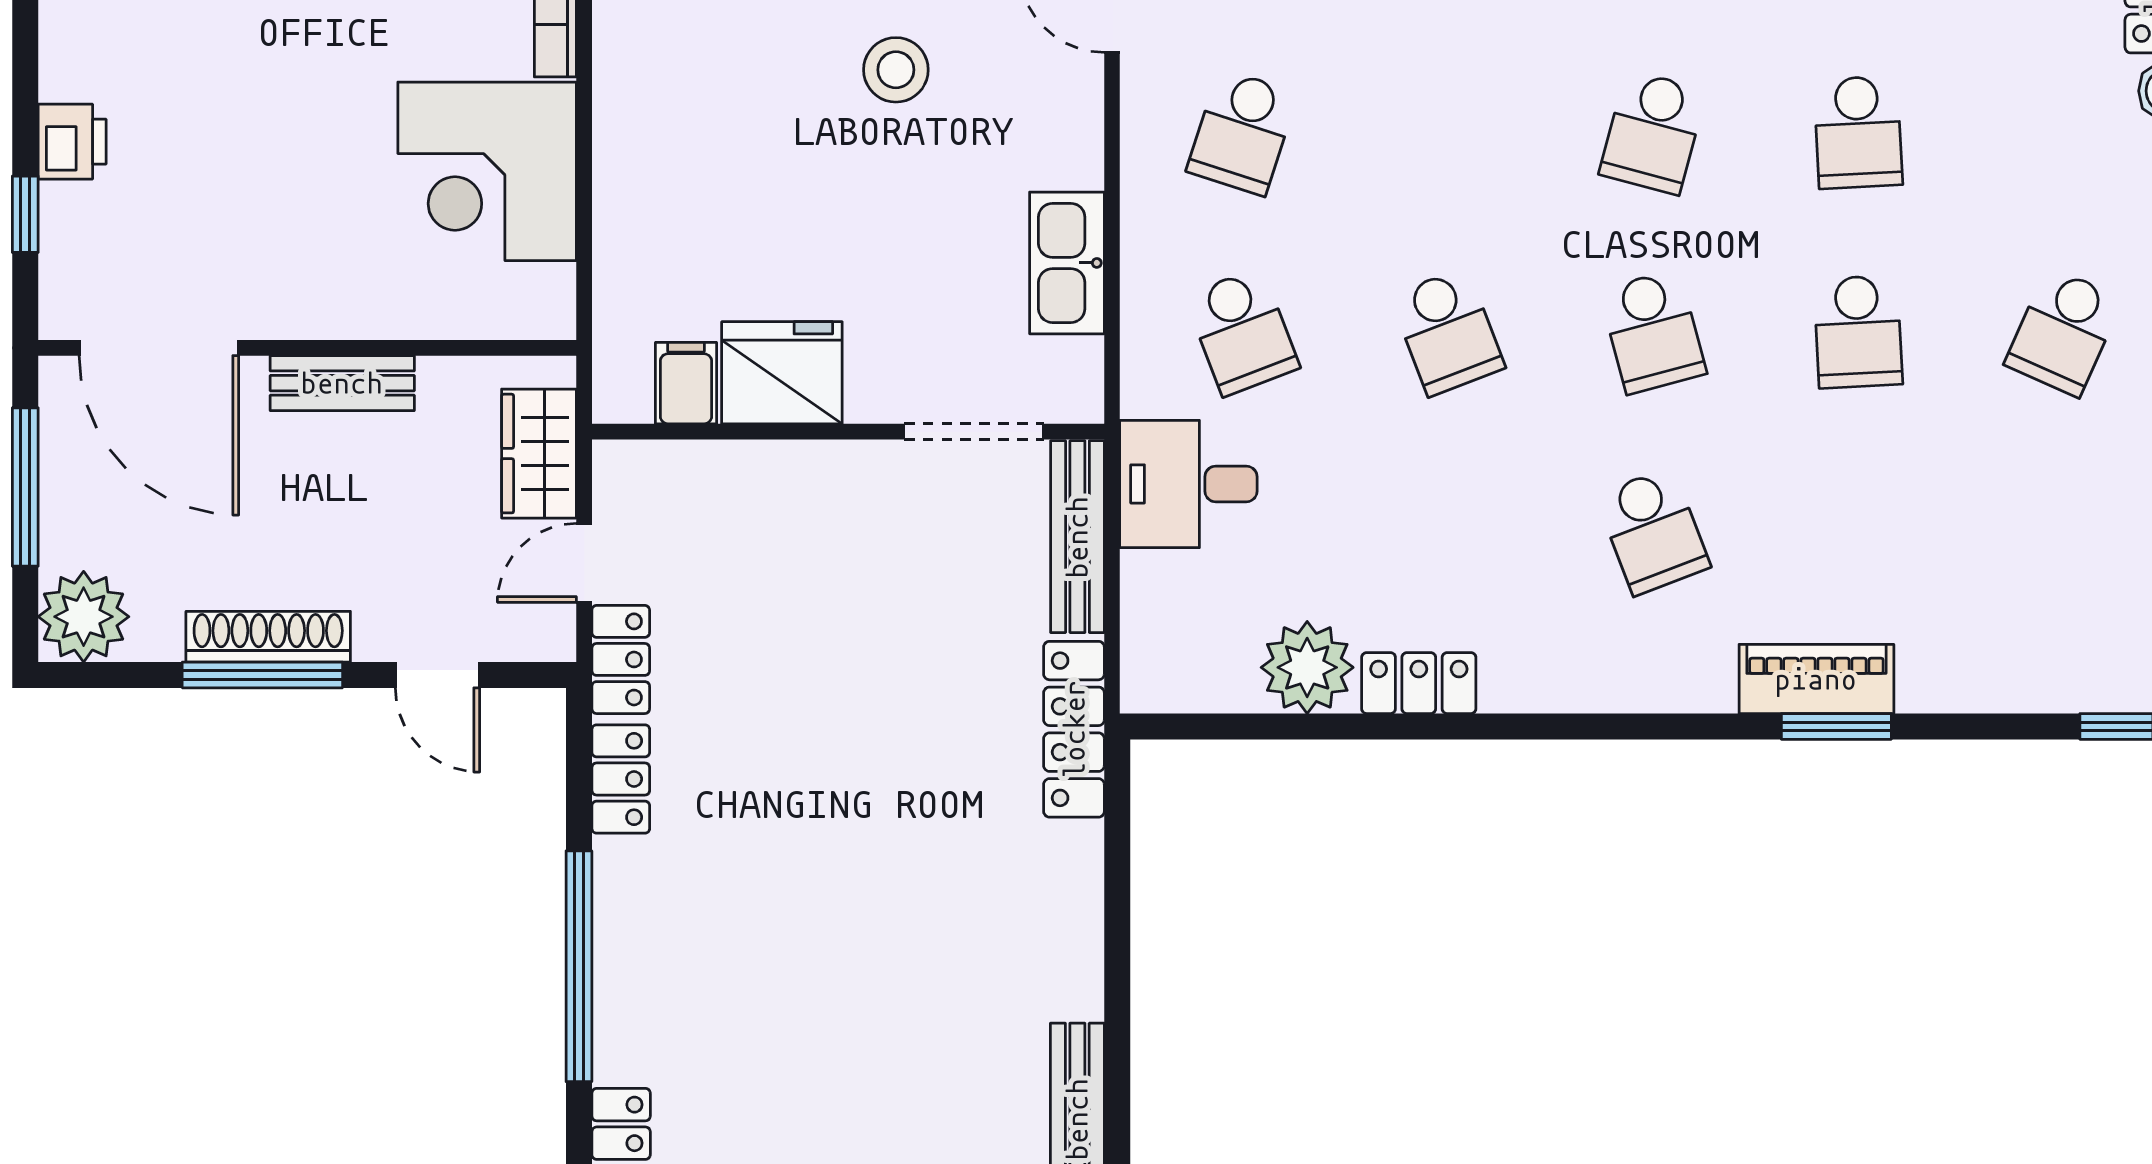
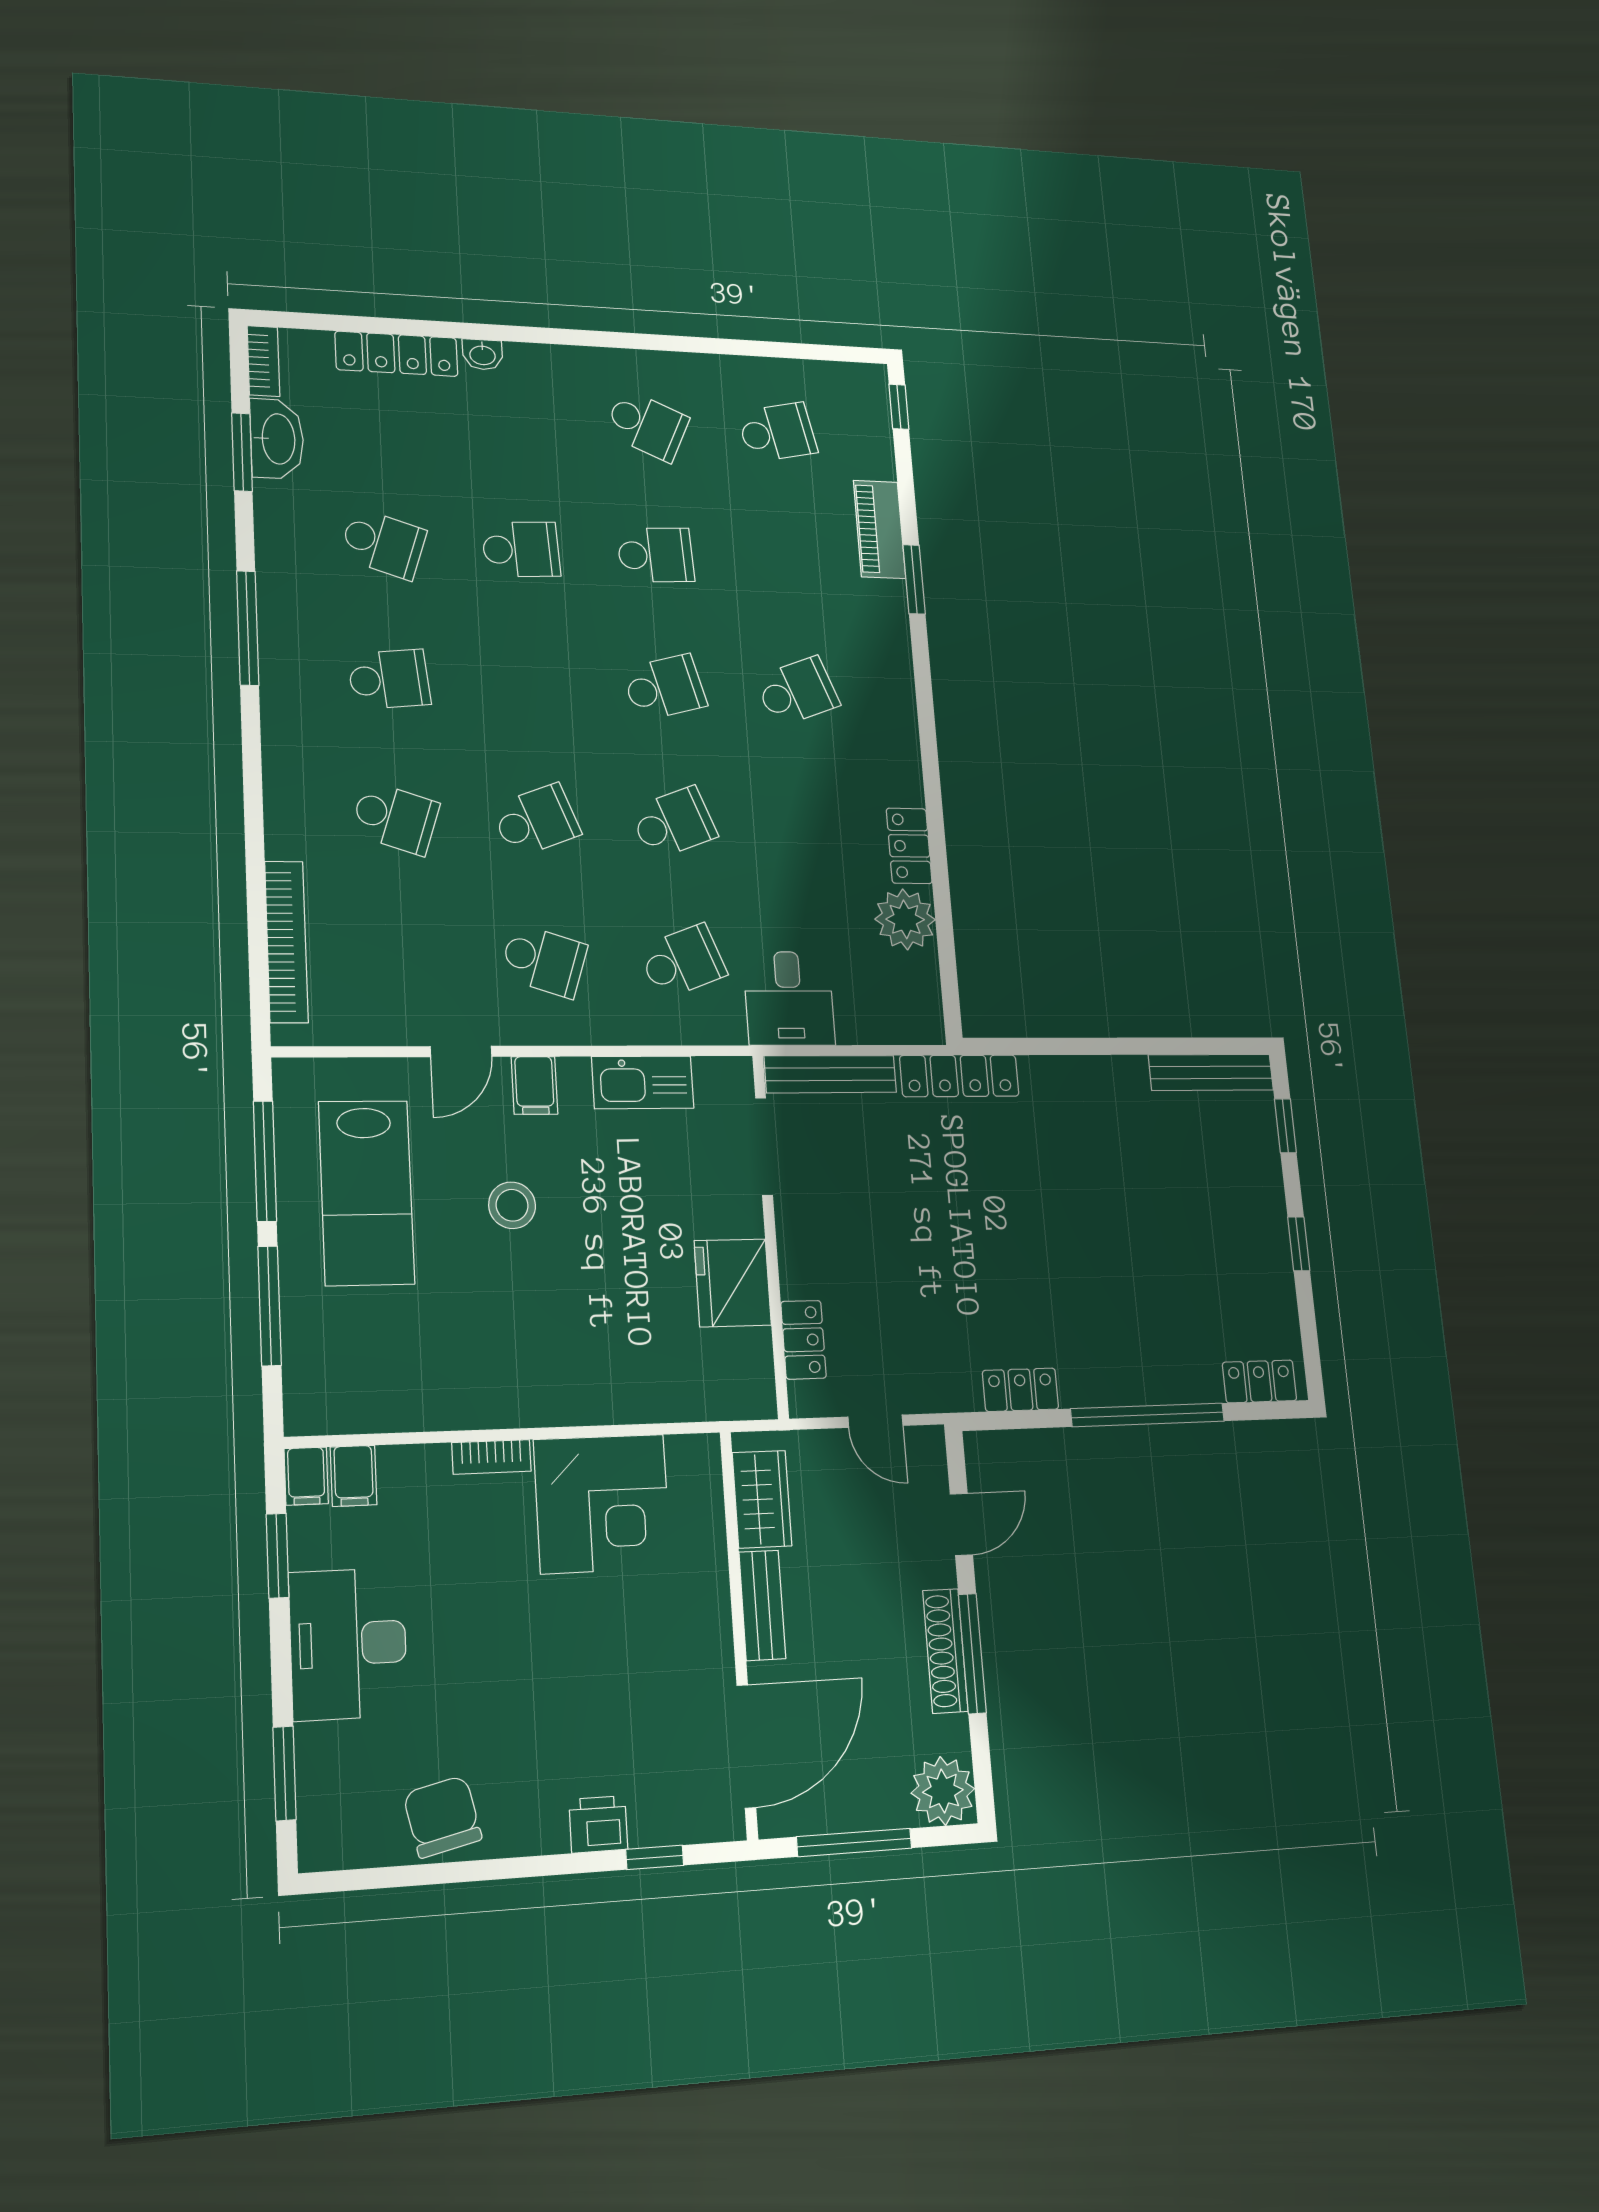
school desk: (1653, 132) -> (536, 821), moved, turned -36
filing cabinet: (686, 383) -> (535, 1085), moved, turned -90
wardrobe: (539, 454) -> (762, 1499), moved, turned -90
school desk: (2063, 531) -> (777, 432), added
locker: (621, 659) -> (803, 1340), moved, turned 90
piano: (1816, 679) -> (880, 529), moved

